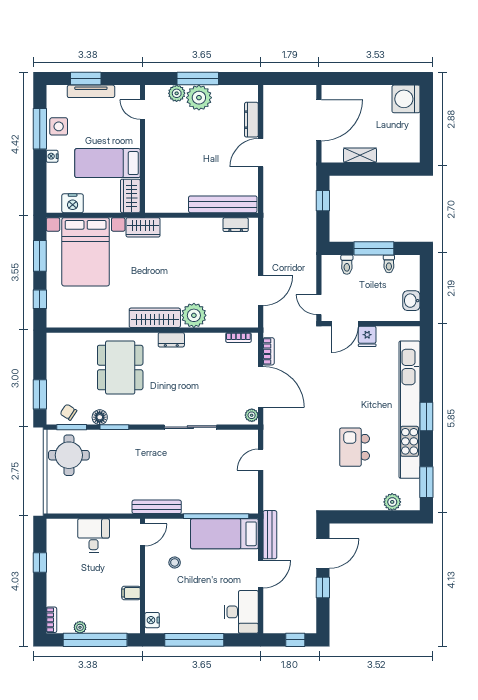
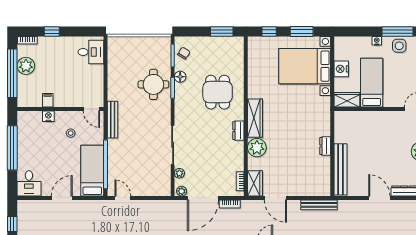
nightstand: (73, 203) -> (341, 69), moved
dresser: (236, 225) -> (325, 146), moved
wardrobe: (143, 227) -> (255, 183), moved, turned 180
dining table: (120, 367) -> (218, 92), width x0.73
window: (40, 394) -> (222, 32), moved
plant: (228, 418) -> (179, 173), added
round table: (69, 455) -> (153, 84), moved
door: (261, 460) -> (123, 198), moved
bench: (270, 535) -> (319, 205), moved
desk: (94, 536) -> (91, 52), moved
window: (40, 563) -> (52, 32), moved
door: (261, 574) -> (62, 198), swing flipped
desk: (241, 612) -> (29, 183), width x0.73
nightstand: (152, 620) -> (48, 116), moved
plant: (80, 627) -> (26, 66), width x1.88, depth x1.88

